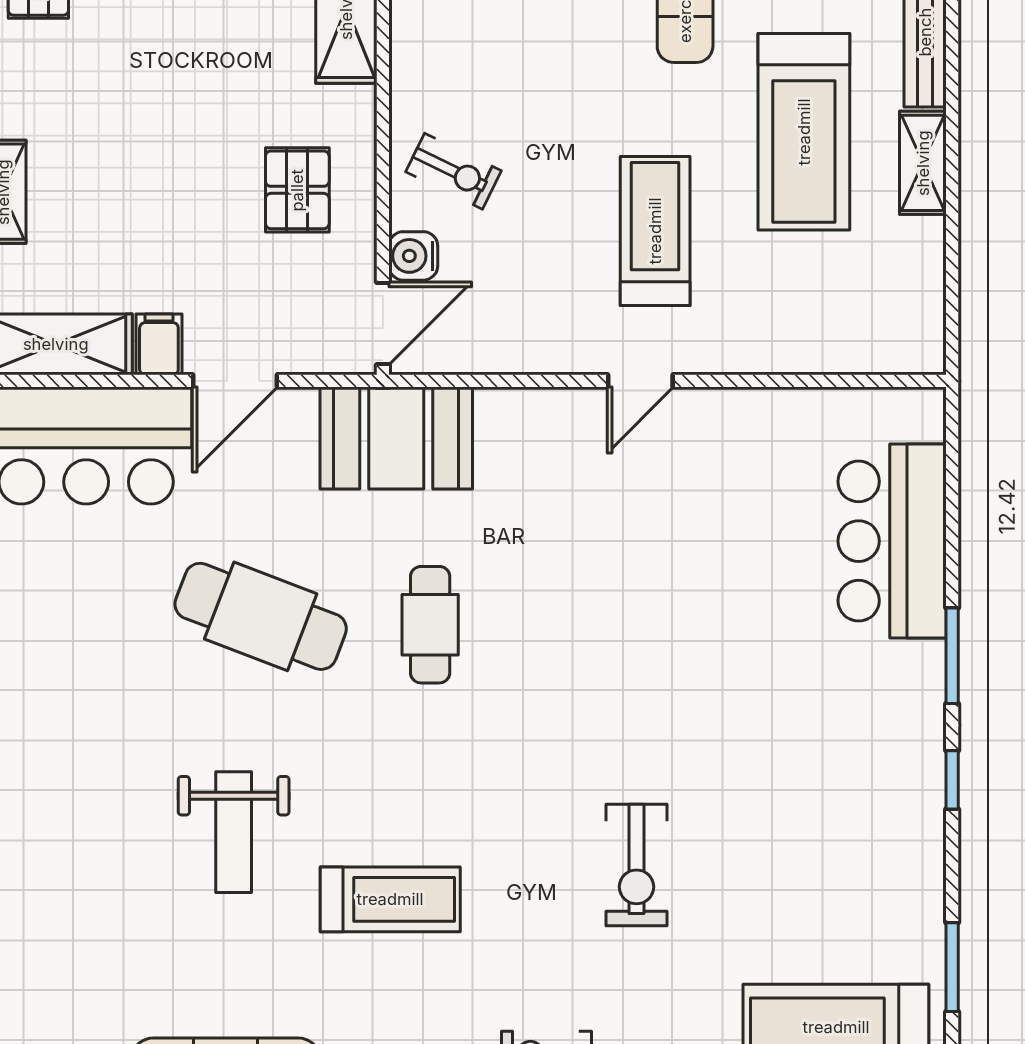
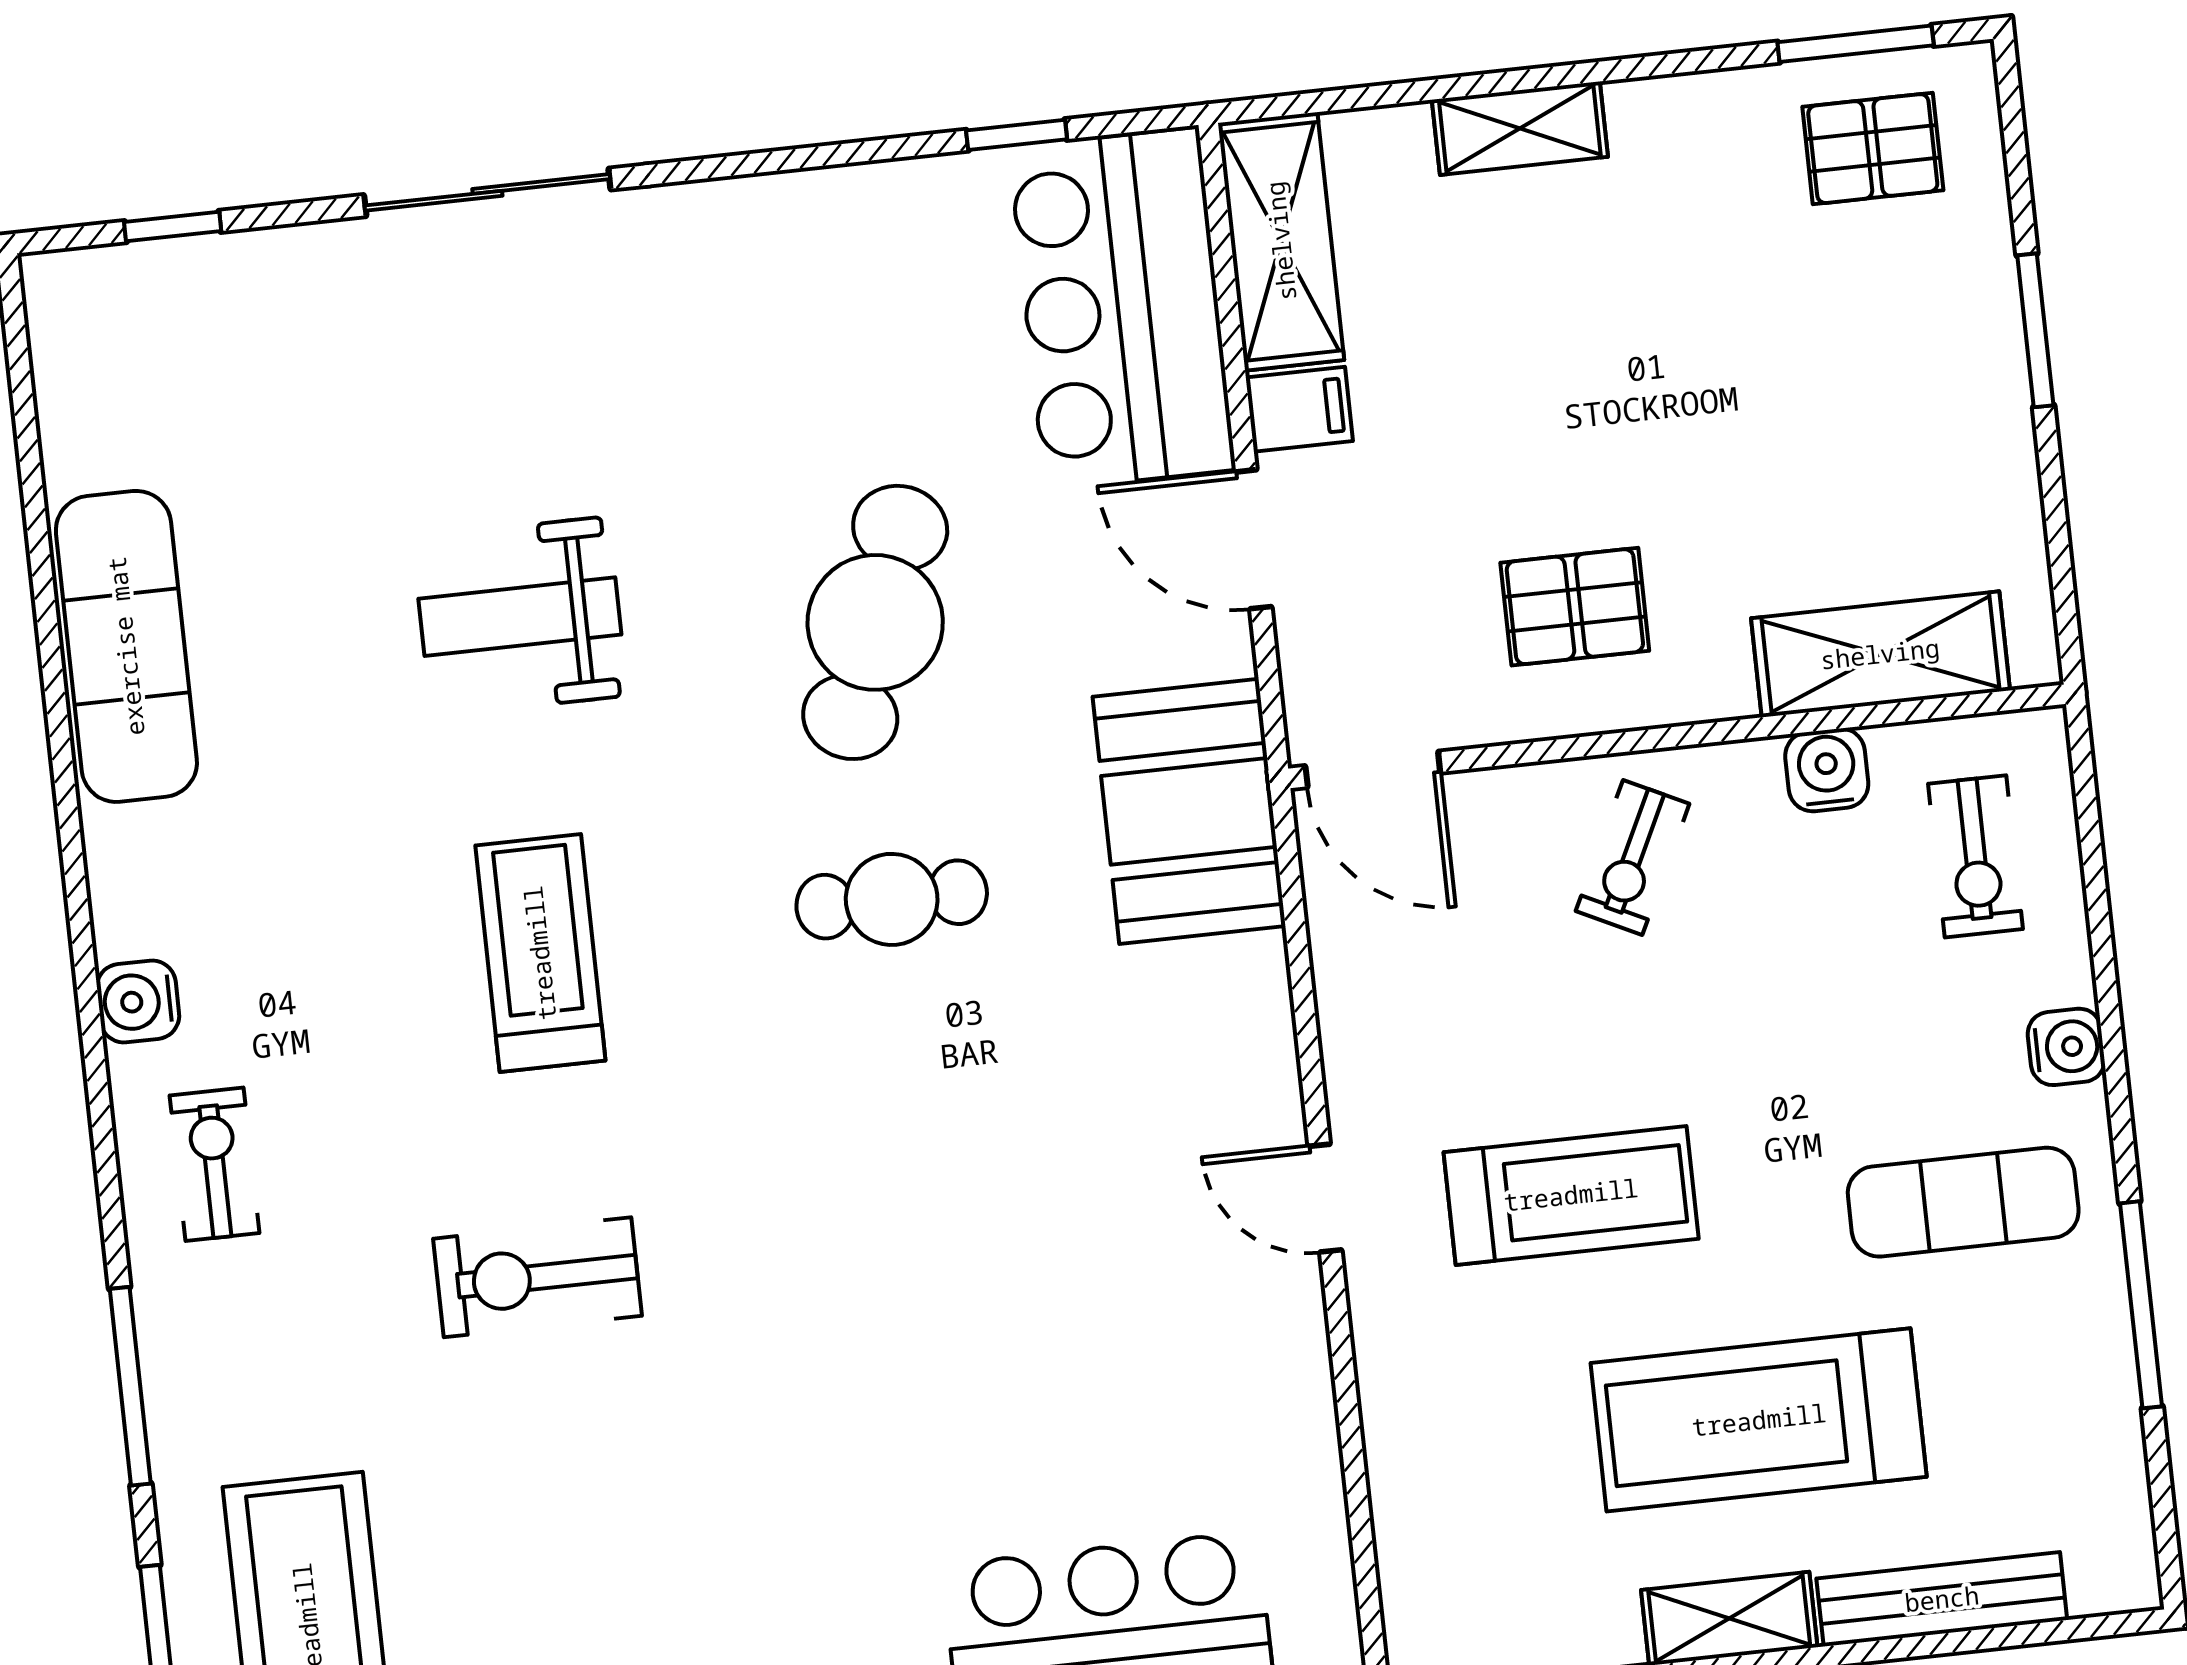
water cooler: (413, 256) -> (1827, 770), moved
treadmill: (390, 899) -> (540, 953), moved, turned 180

